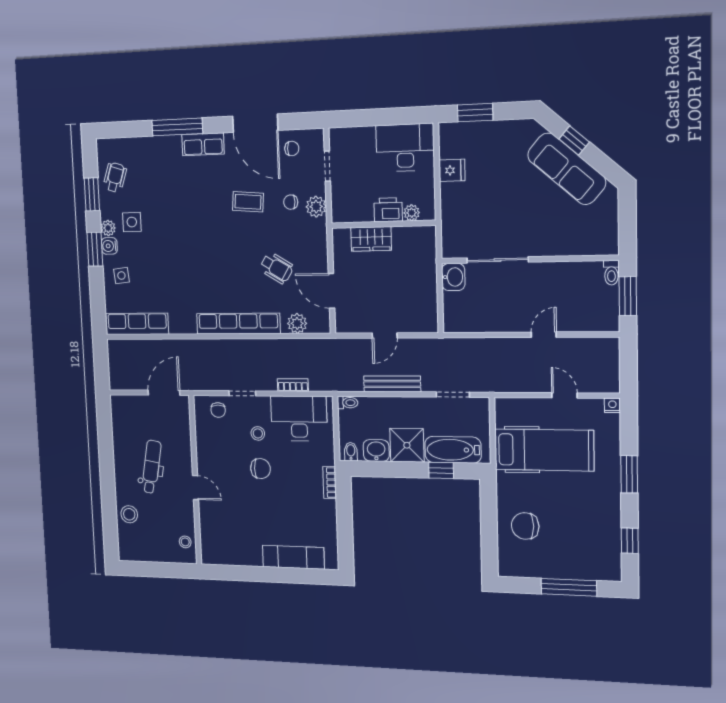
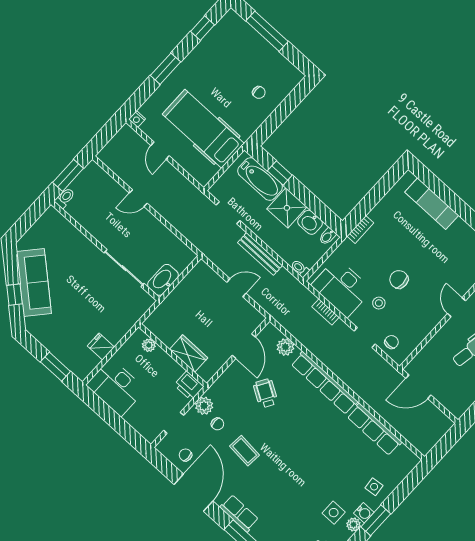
printer: (388, 210) -> (189, 386), moved
washbasin: (453, 277) -> (163, 280), width x1.38
row of seats: (137, 324) -> (374, 429), moved
chair: (525, 526) -> (259, 92), width x0.54, depth x0.54

